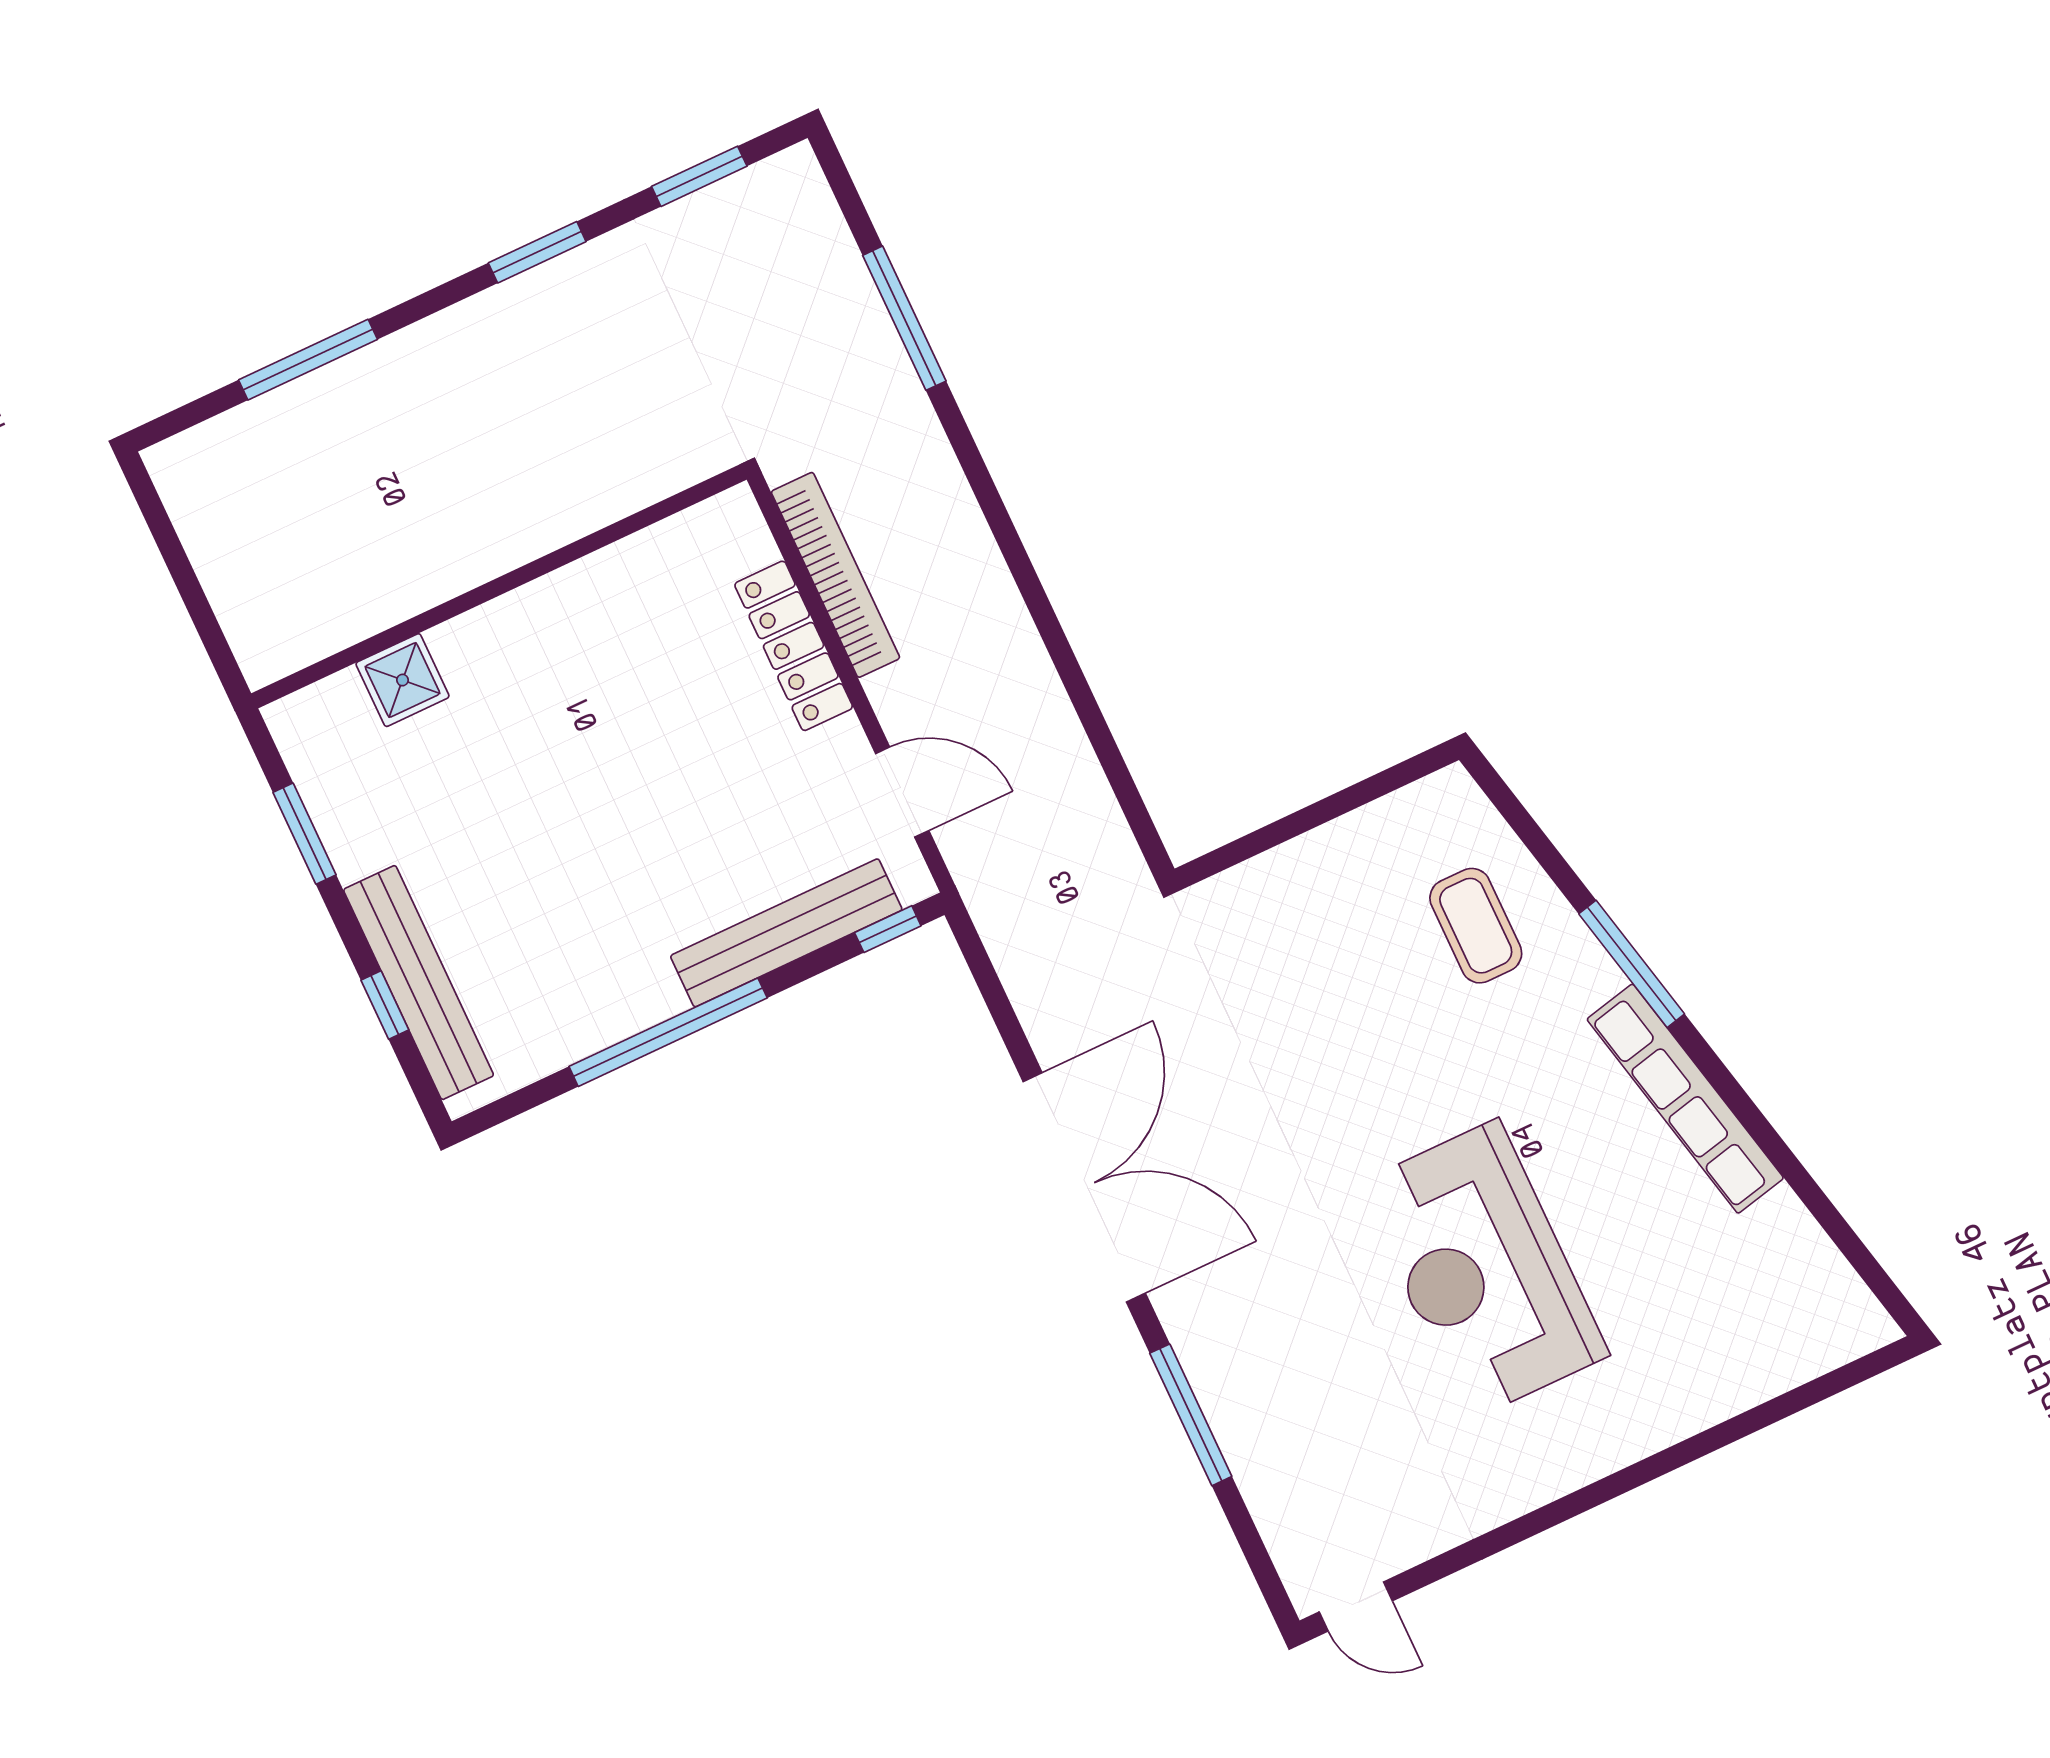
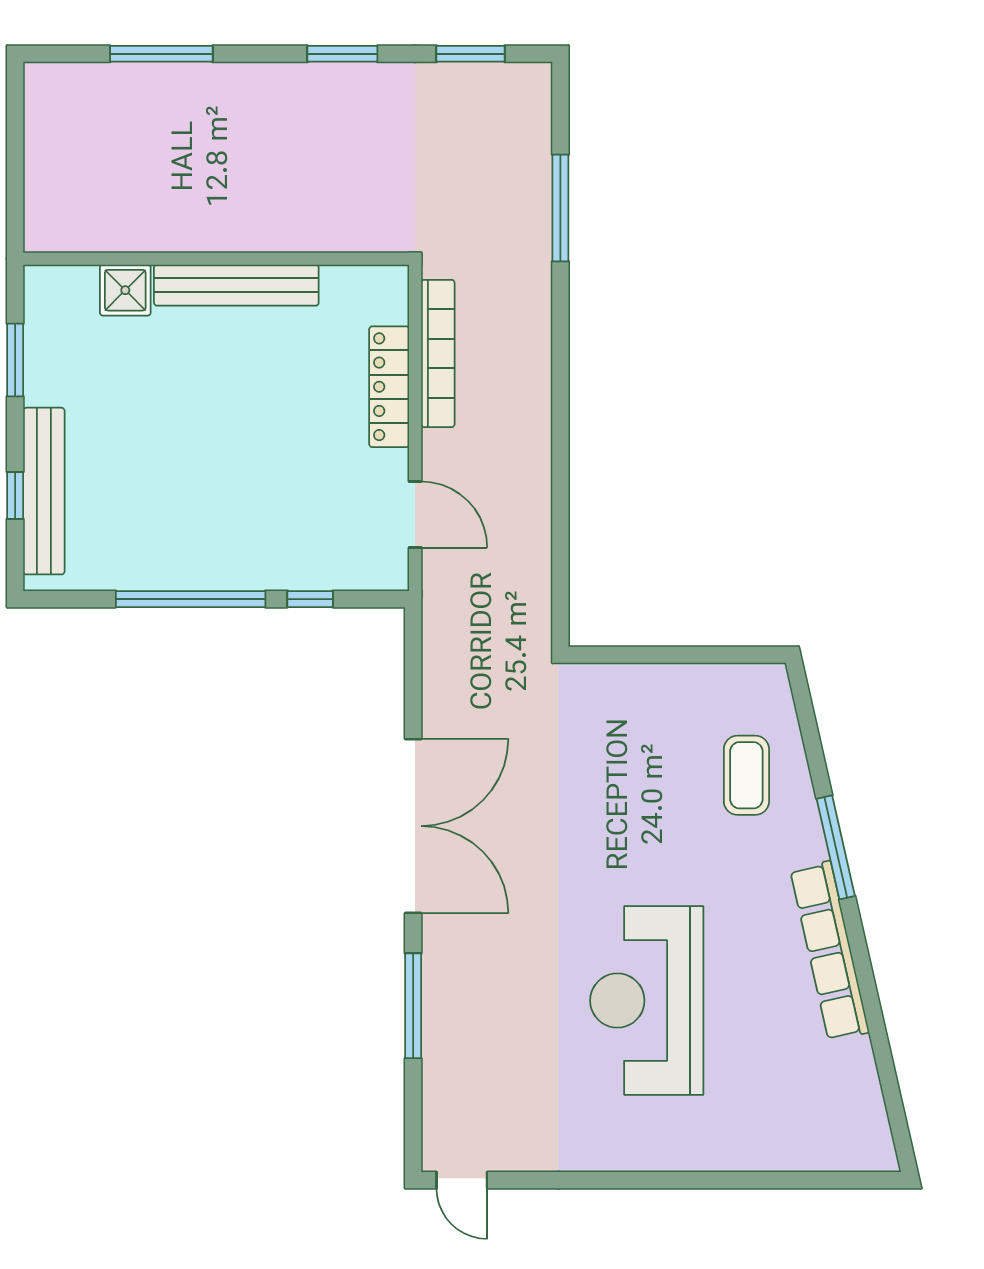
window: (888, 929) -> (310, 599), moved
bench: (786, 933) -> (236, 285), moved

